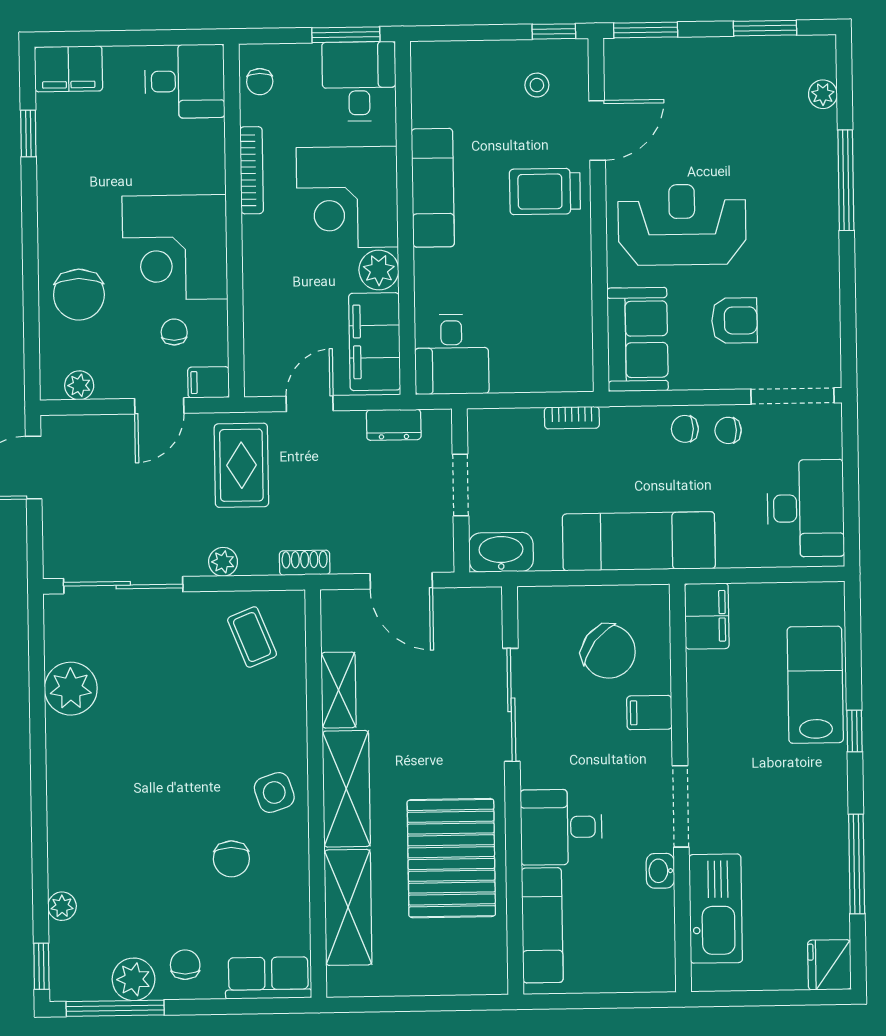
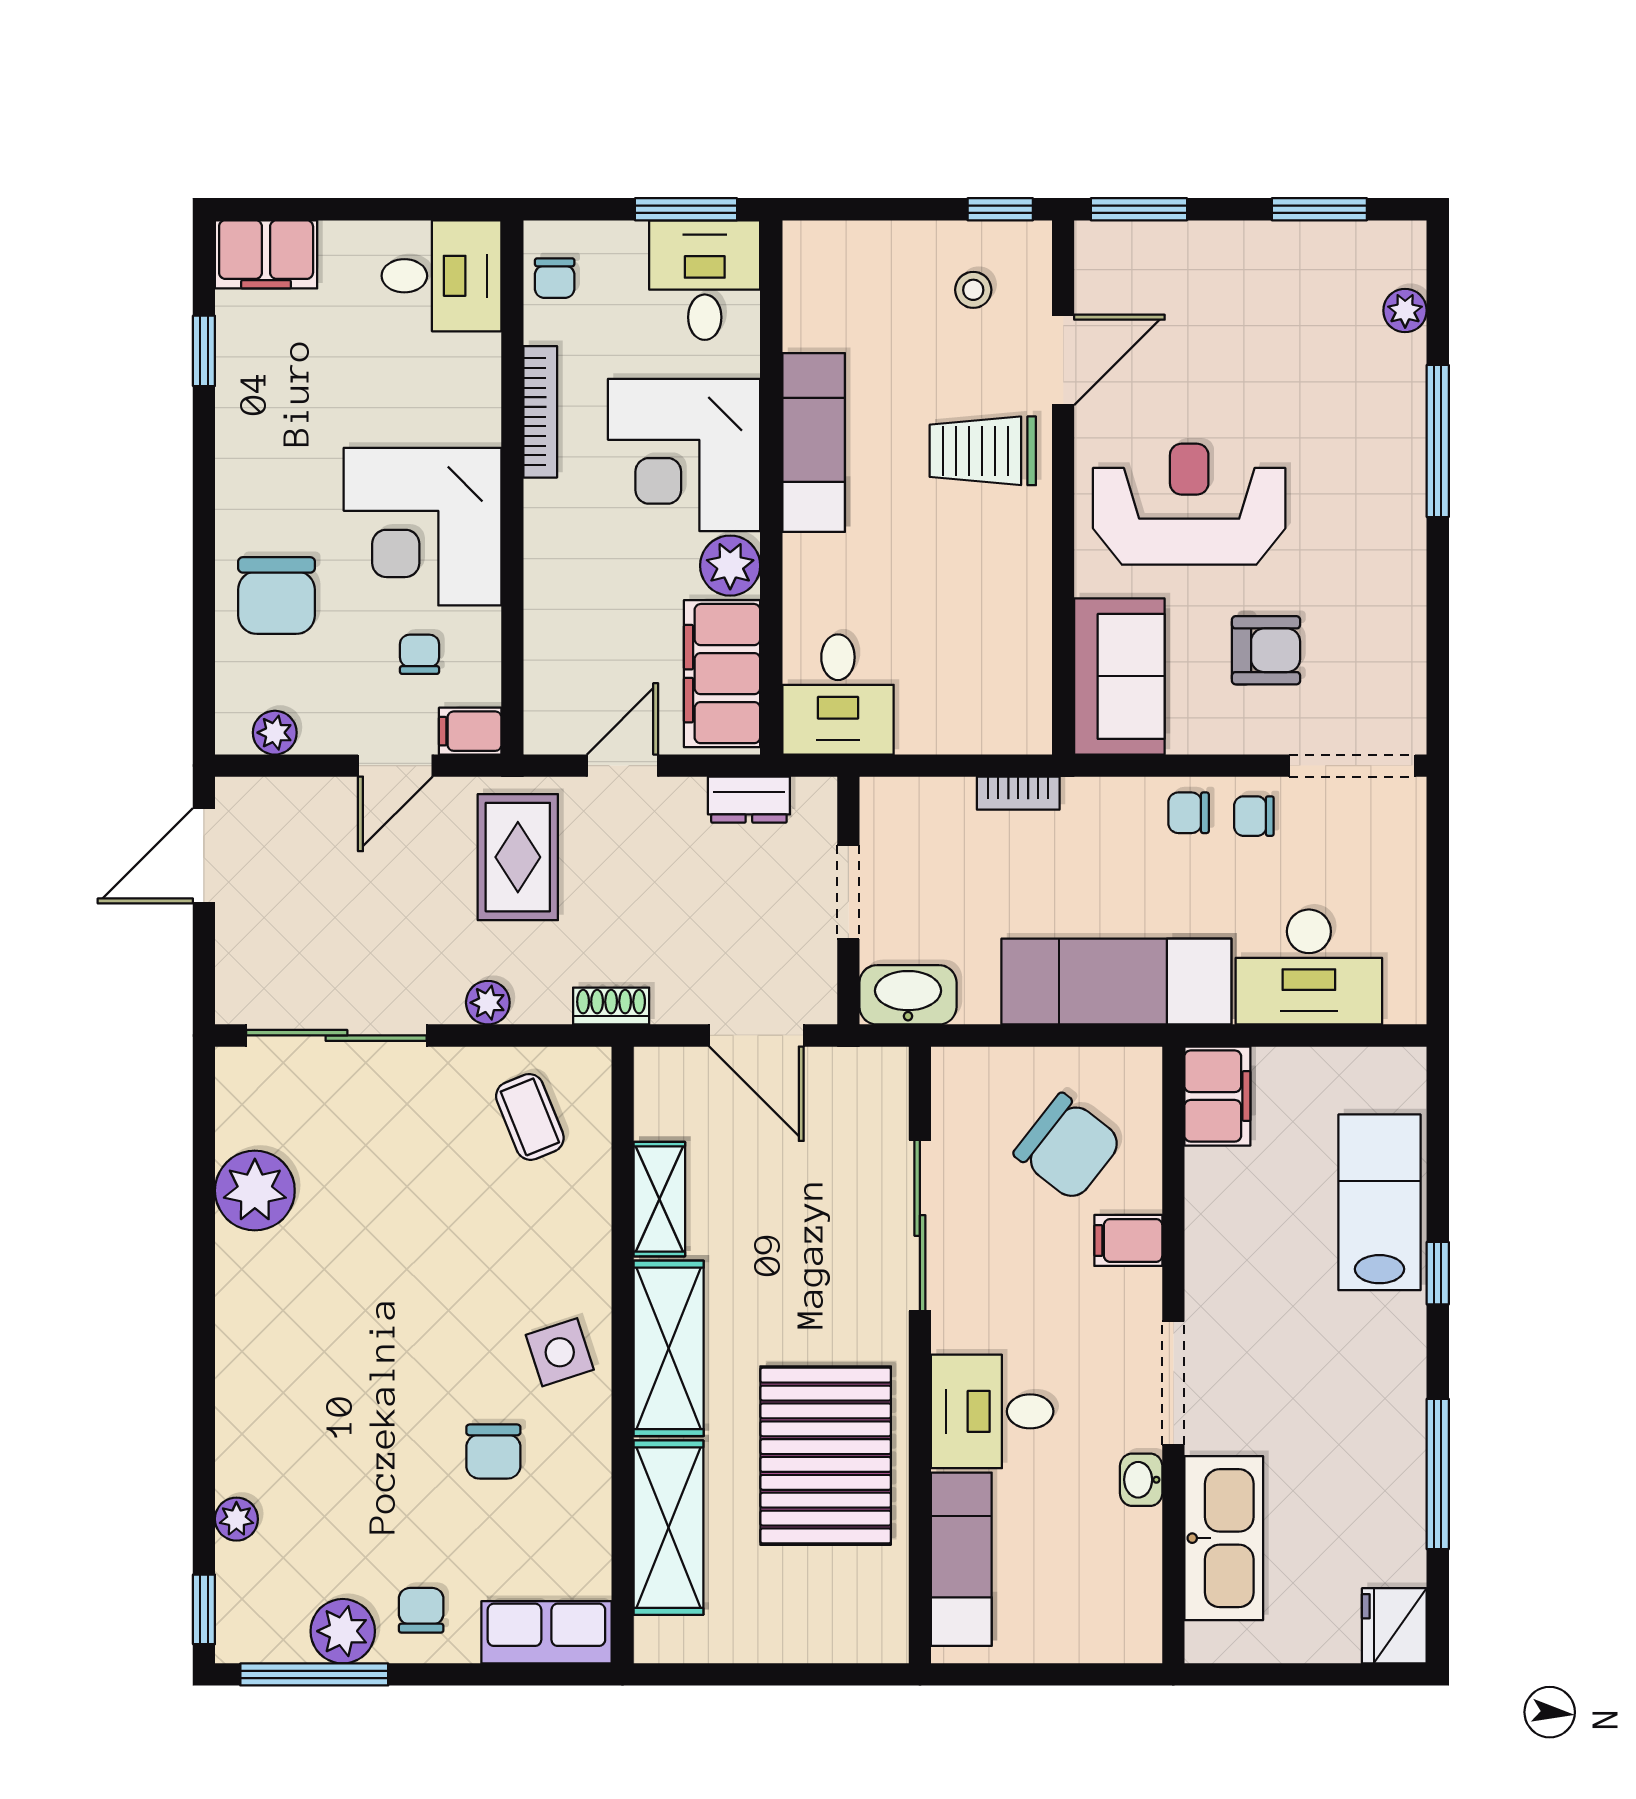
desk: (806, 508) -> (1309, 967), moved, turned 90

